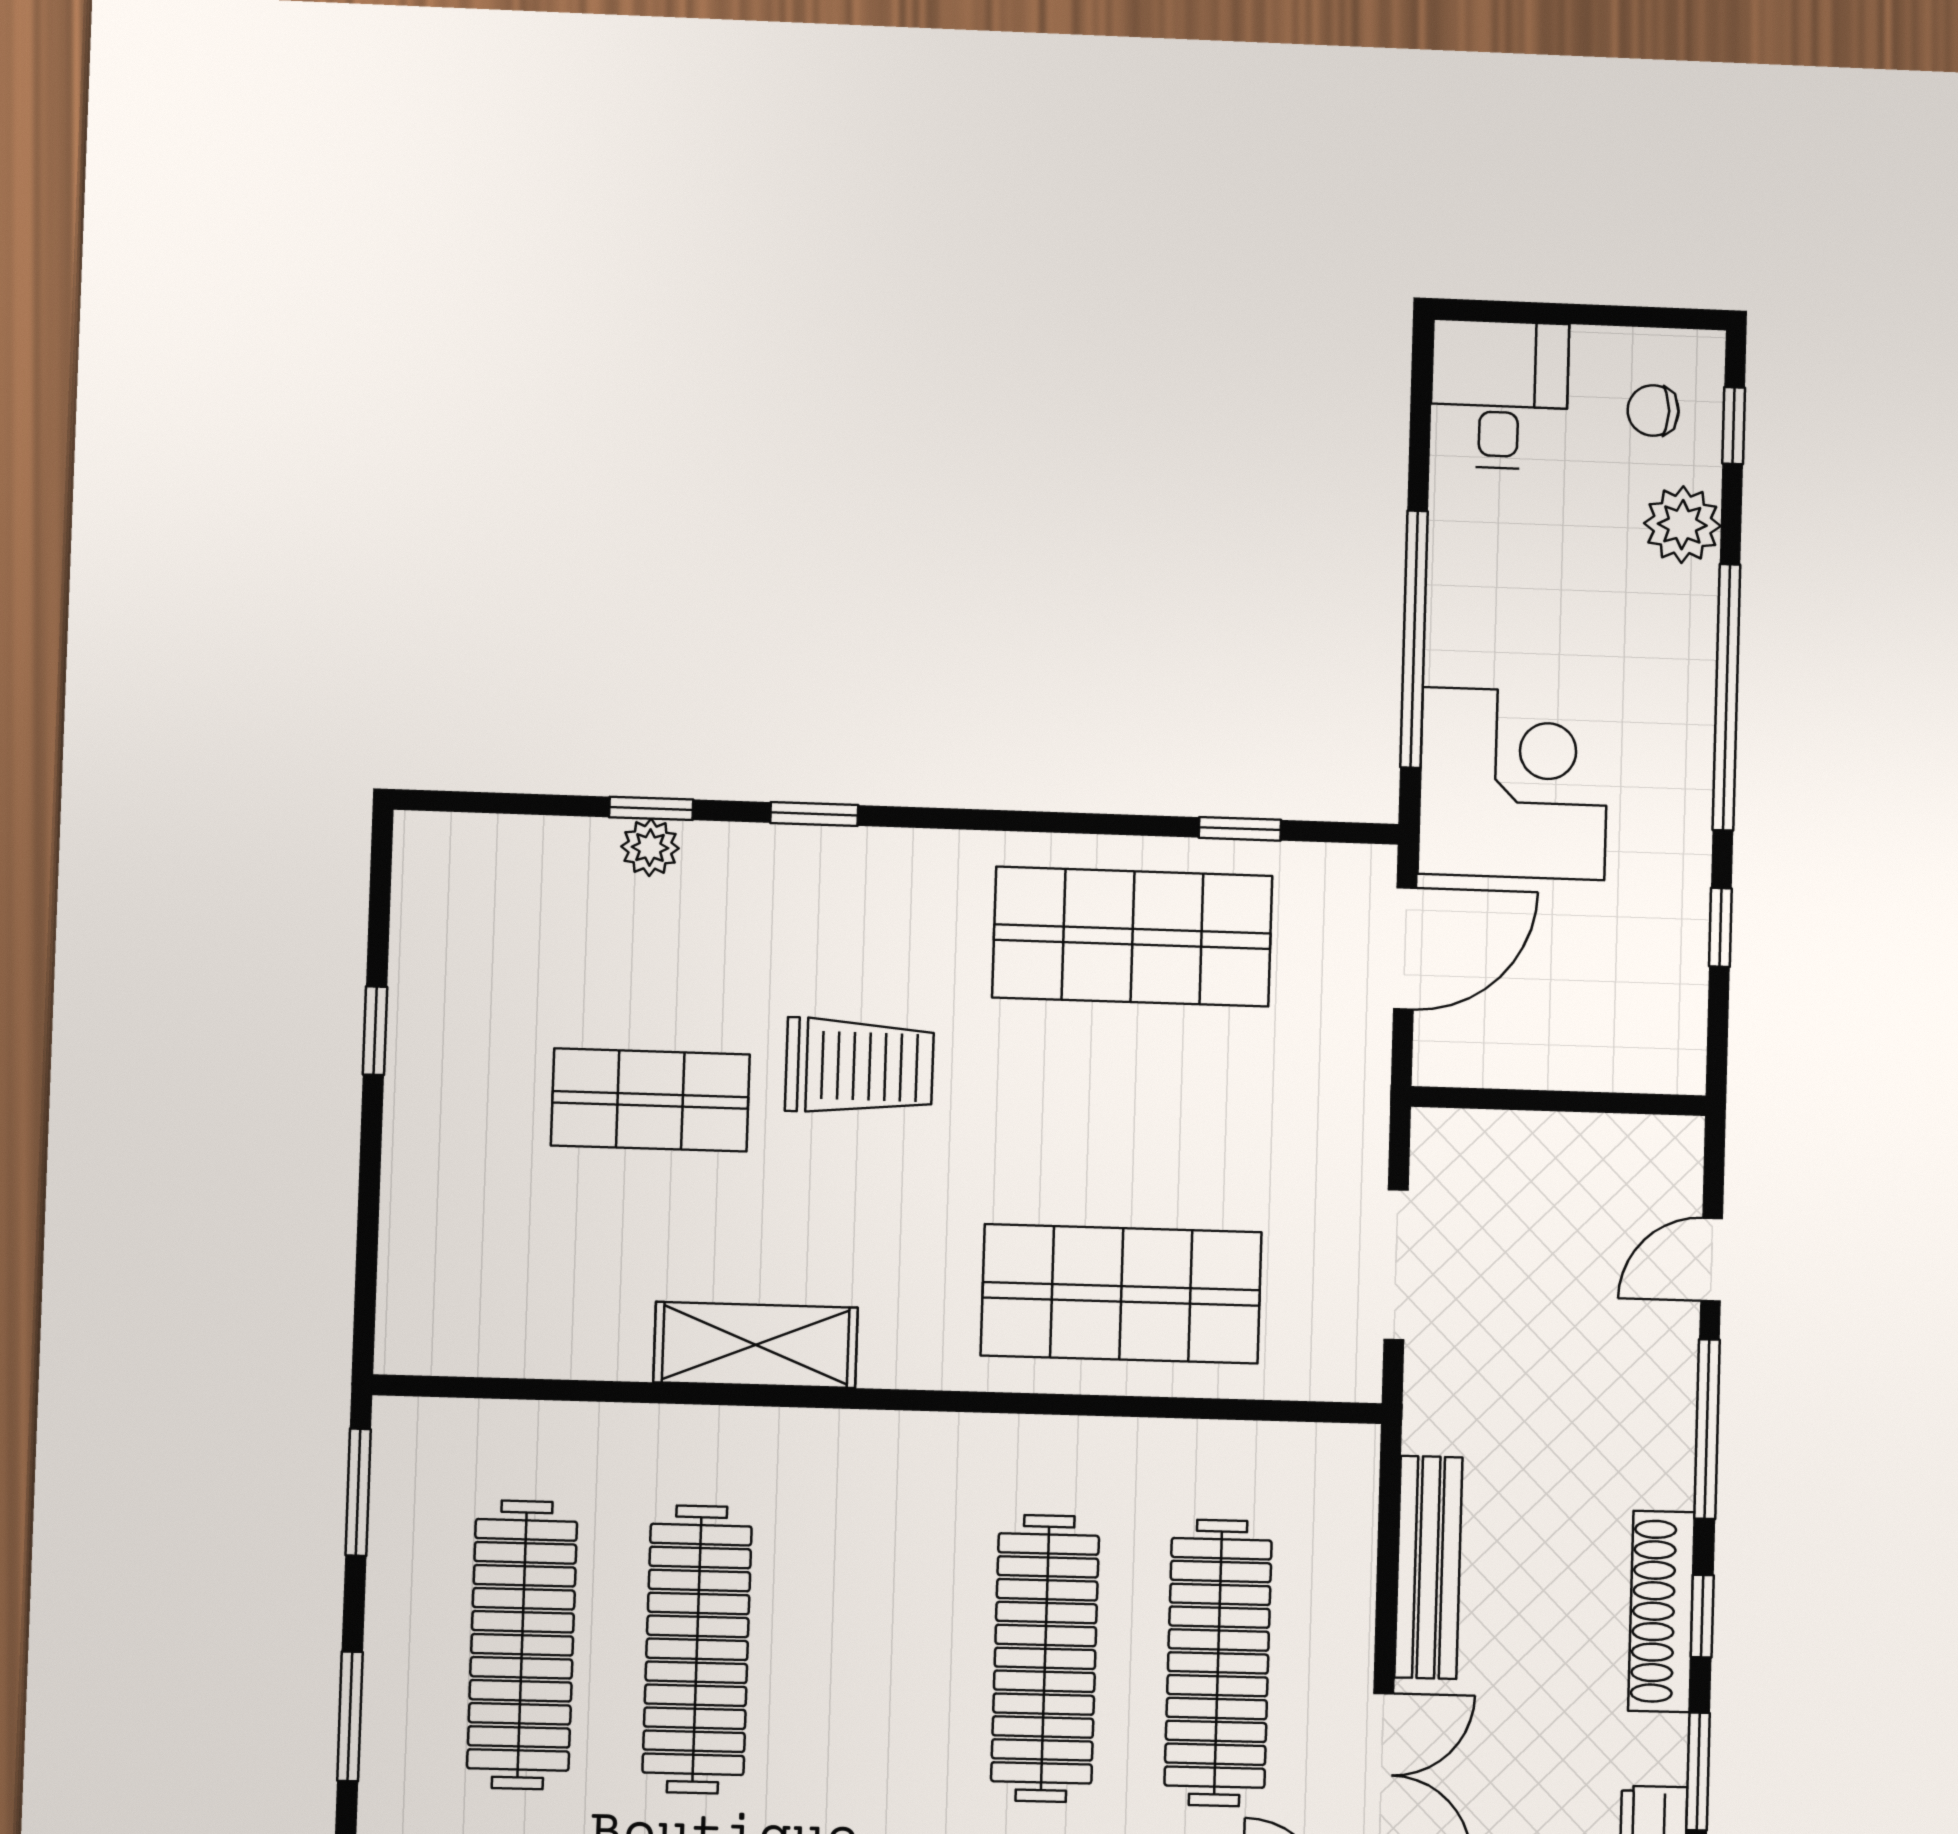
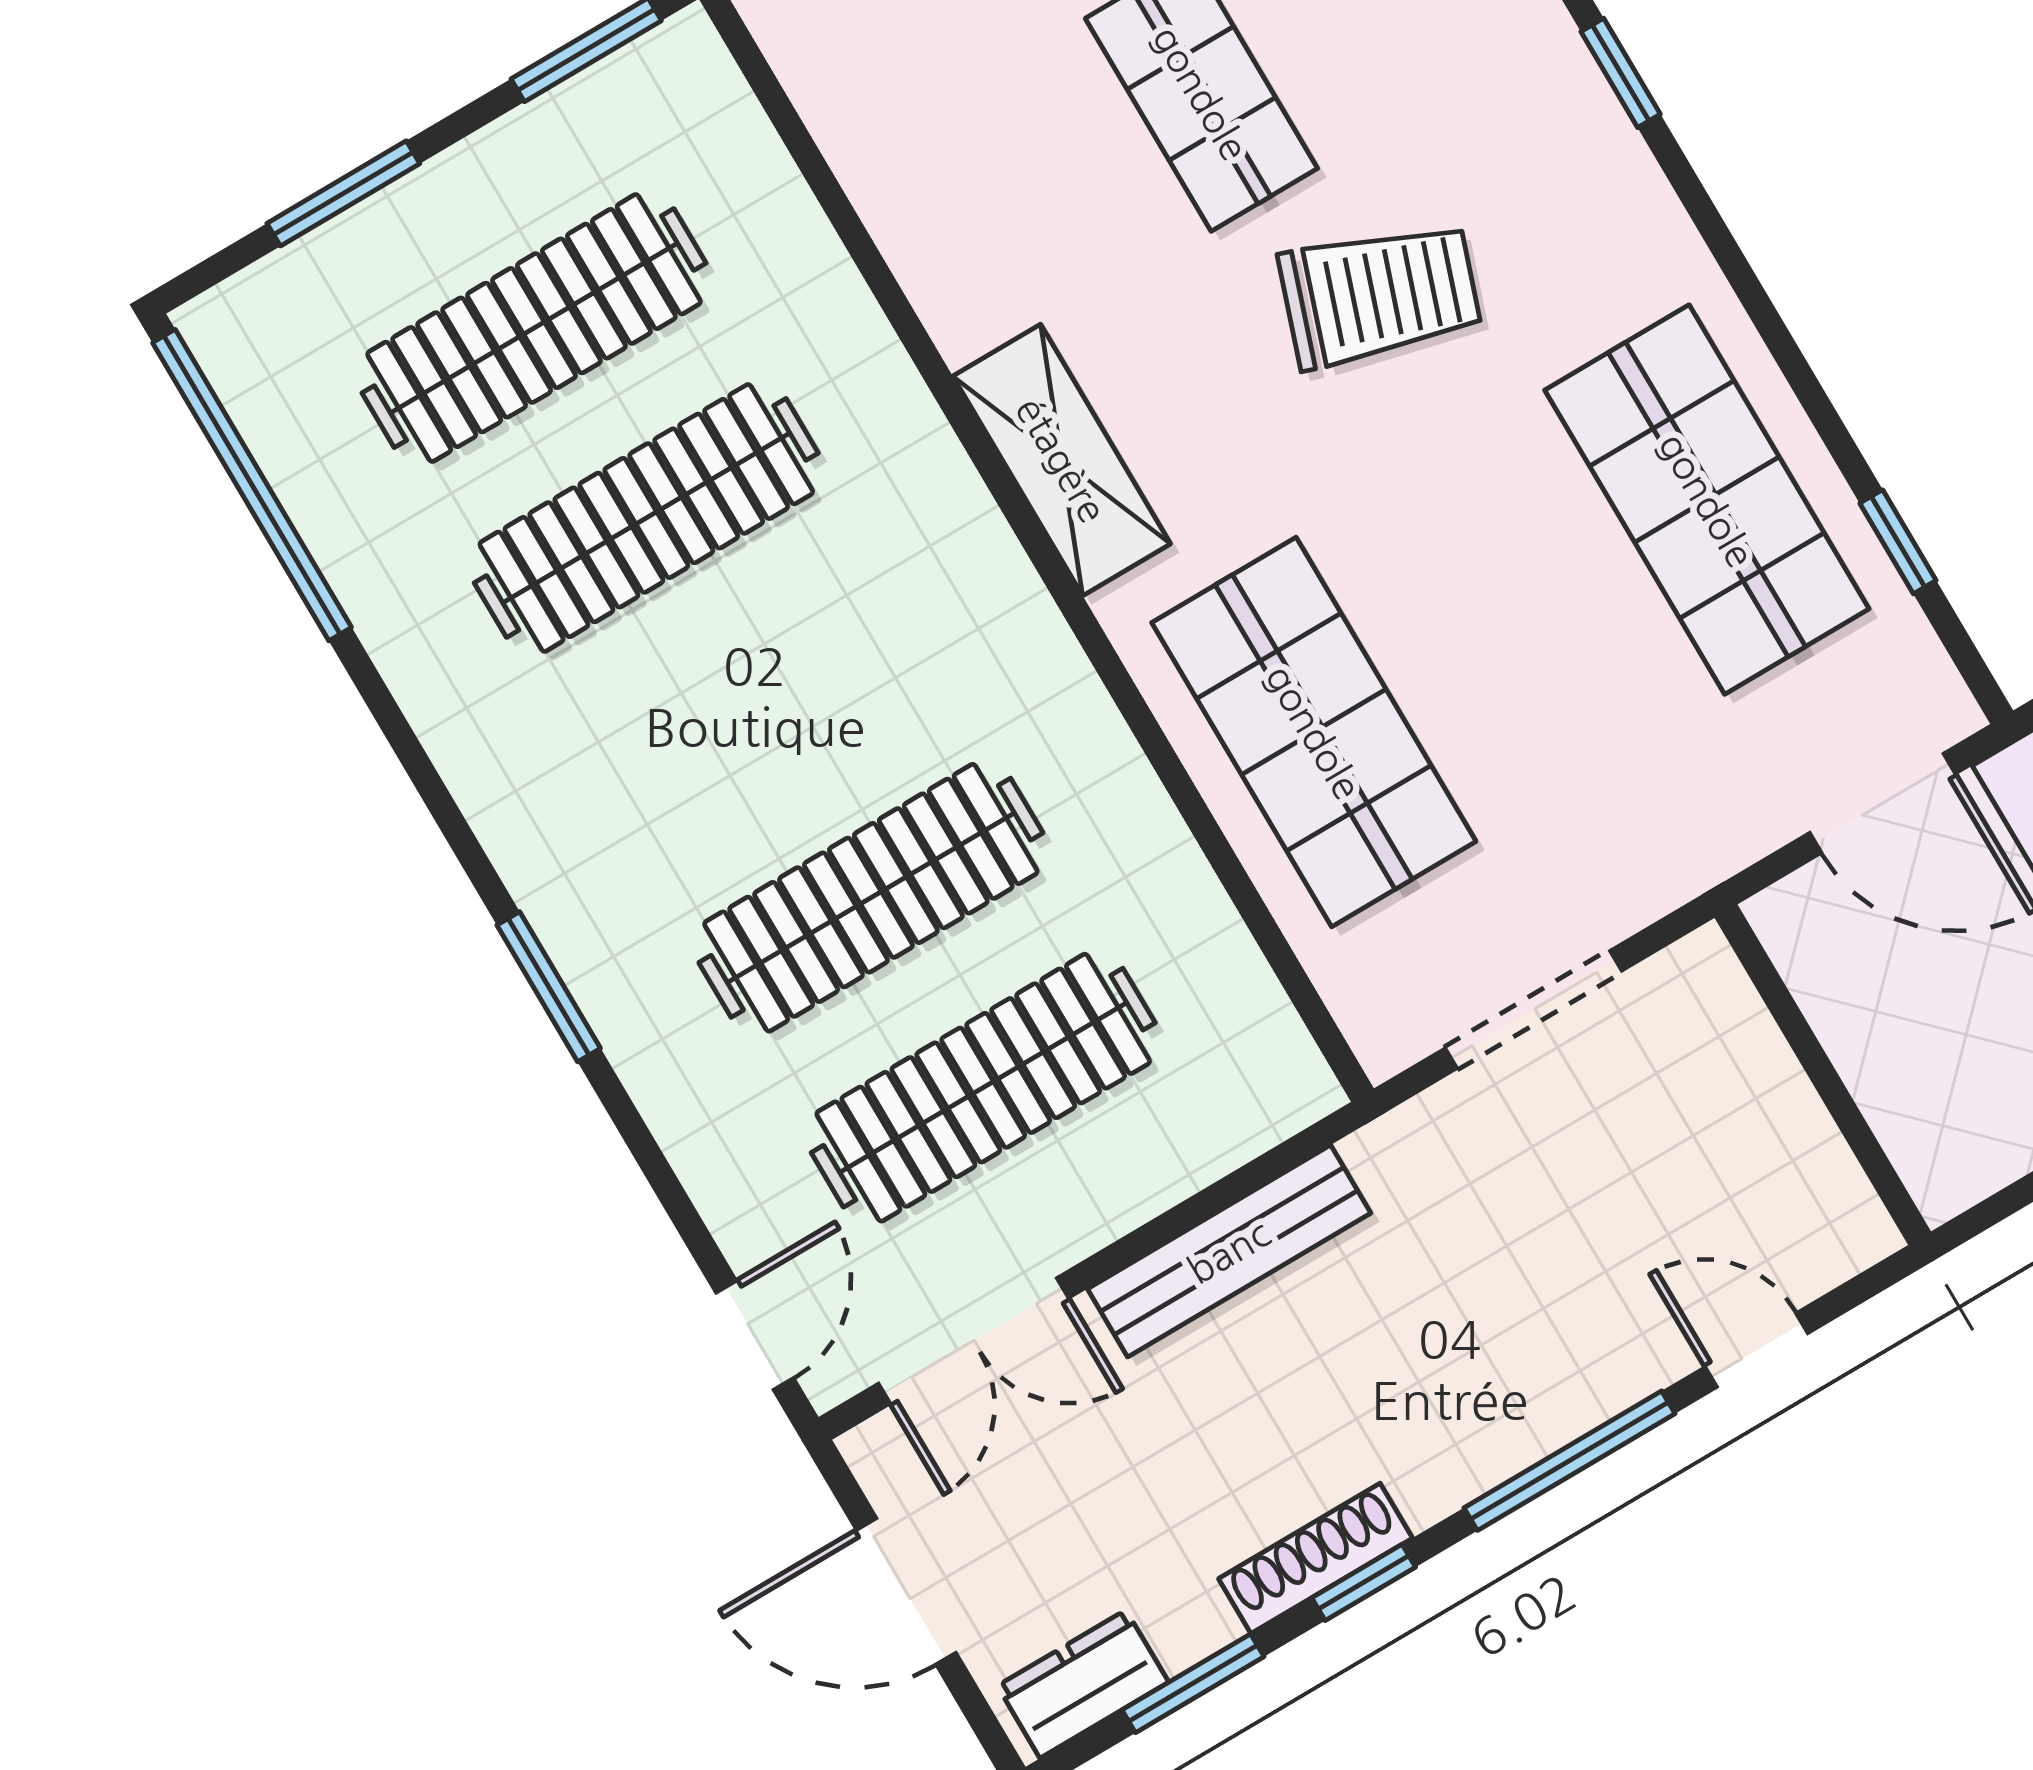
trolley: (859, 1066) -> (1380, 294), turned -71
shelving: (756, 1345) -> (1062, 460), moved
shoe rack: (1661, 1611) -> (1316, 1558), width x0.74, depth x0.81

